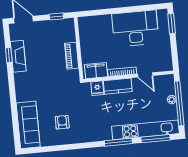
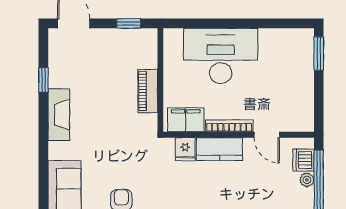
desk: (135, 28) -> (221, 56), moved
fireplace: (18, 56) -> (59, 115), moved
dishwasher: (169, 88) -> (304, 160), added

